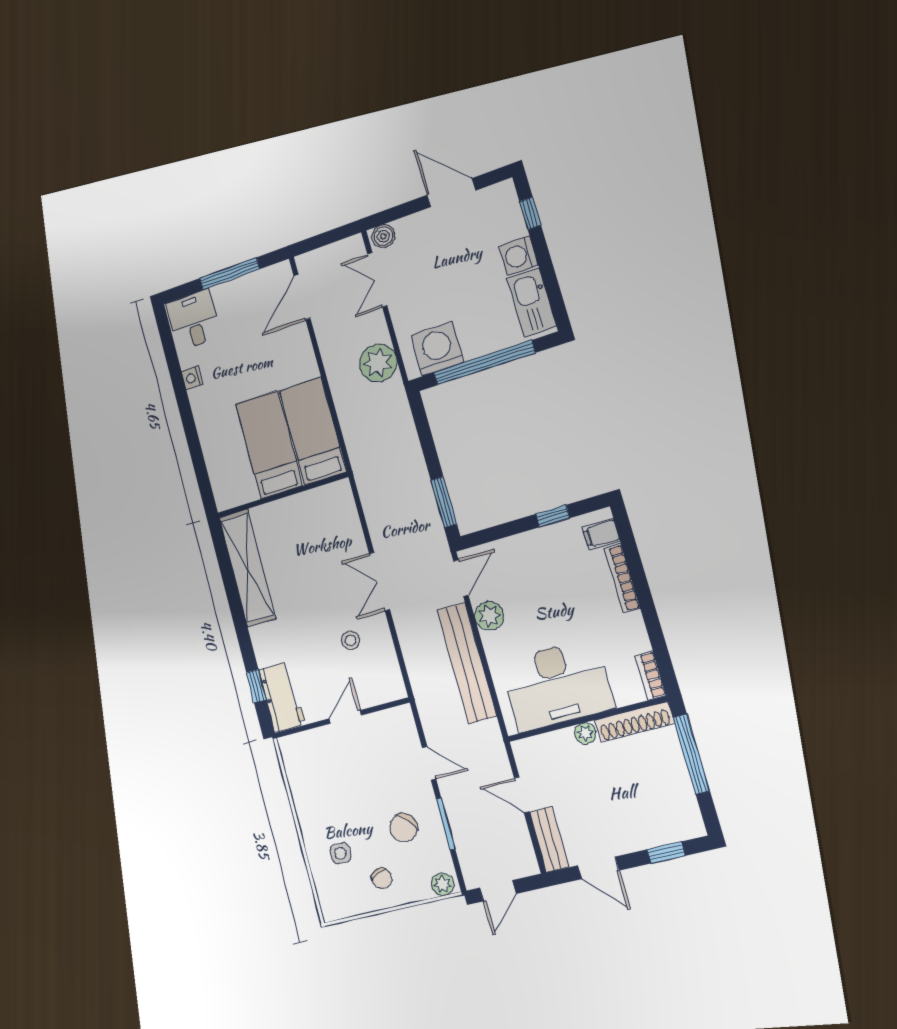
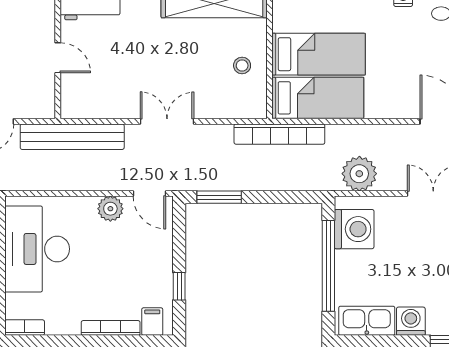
bookcase: (360, 459) -> (279, 134), added
stool: (351, 640) -> (242, 65), moved
bench: (467, 663) -> (72, 137), moved

